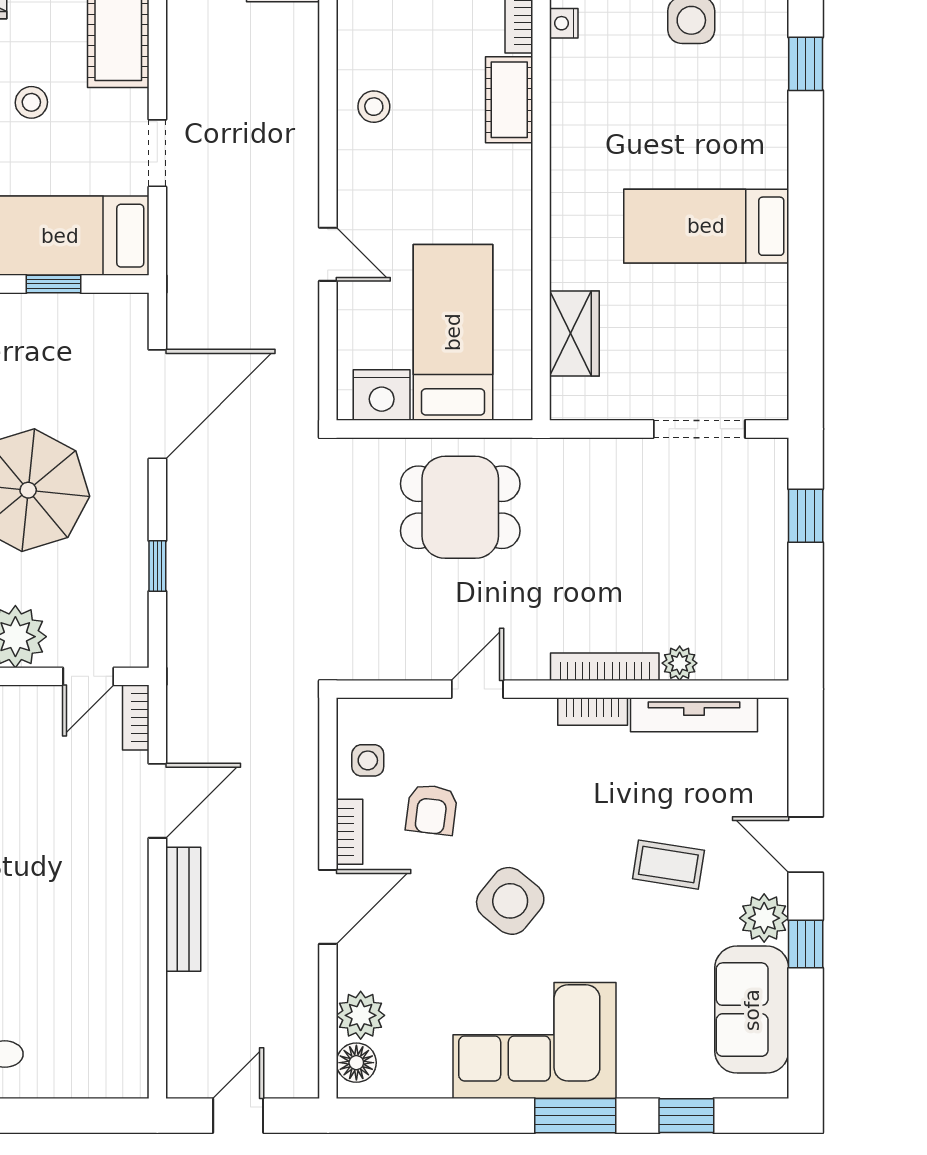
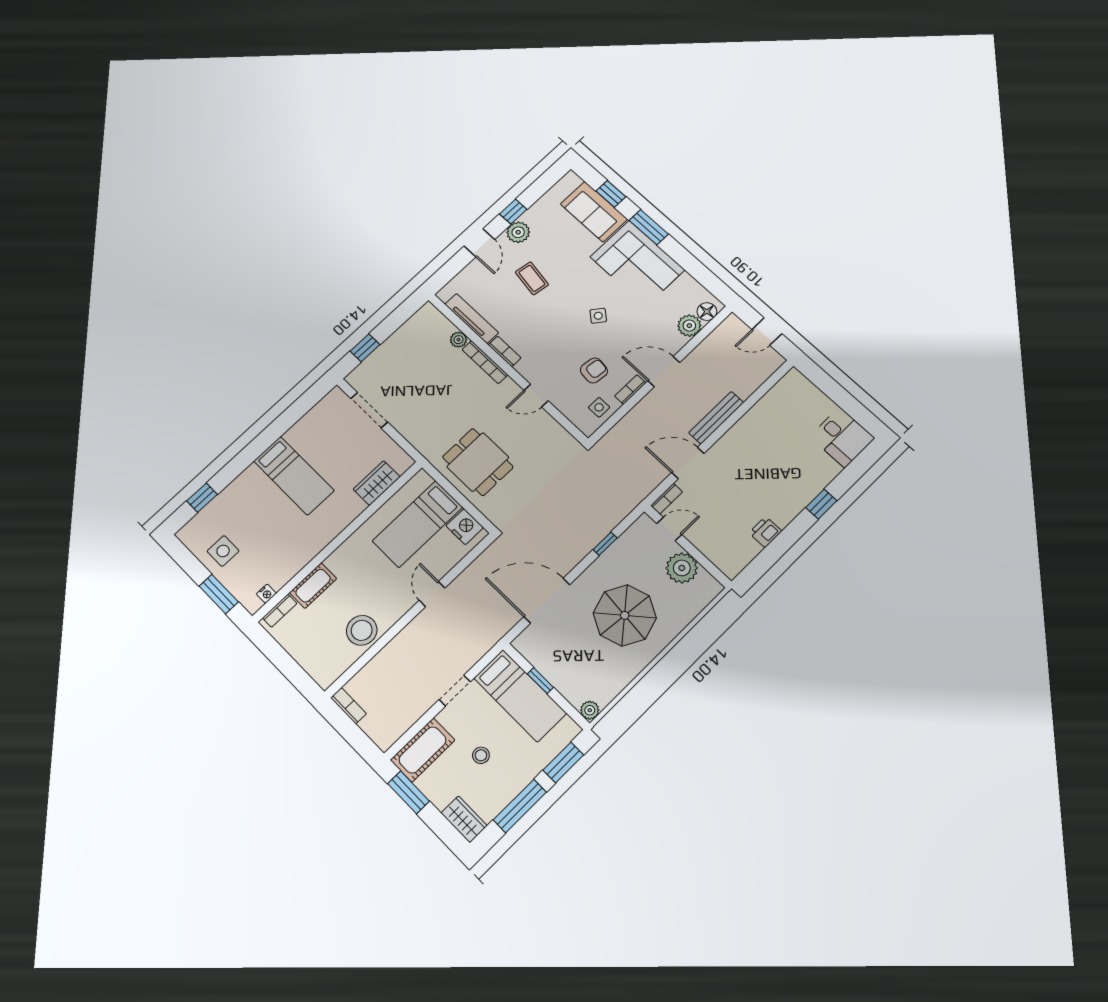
stool: (374, 107) -> (362, 630), width x1.89, depth x1.89
side table: (510, 901) -> (598, 316), width x0.54, depth x0.54
sofa: (752, 1010) -> (594, 212), moved, turned 90

